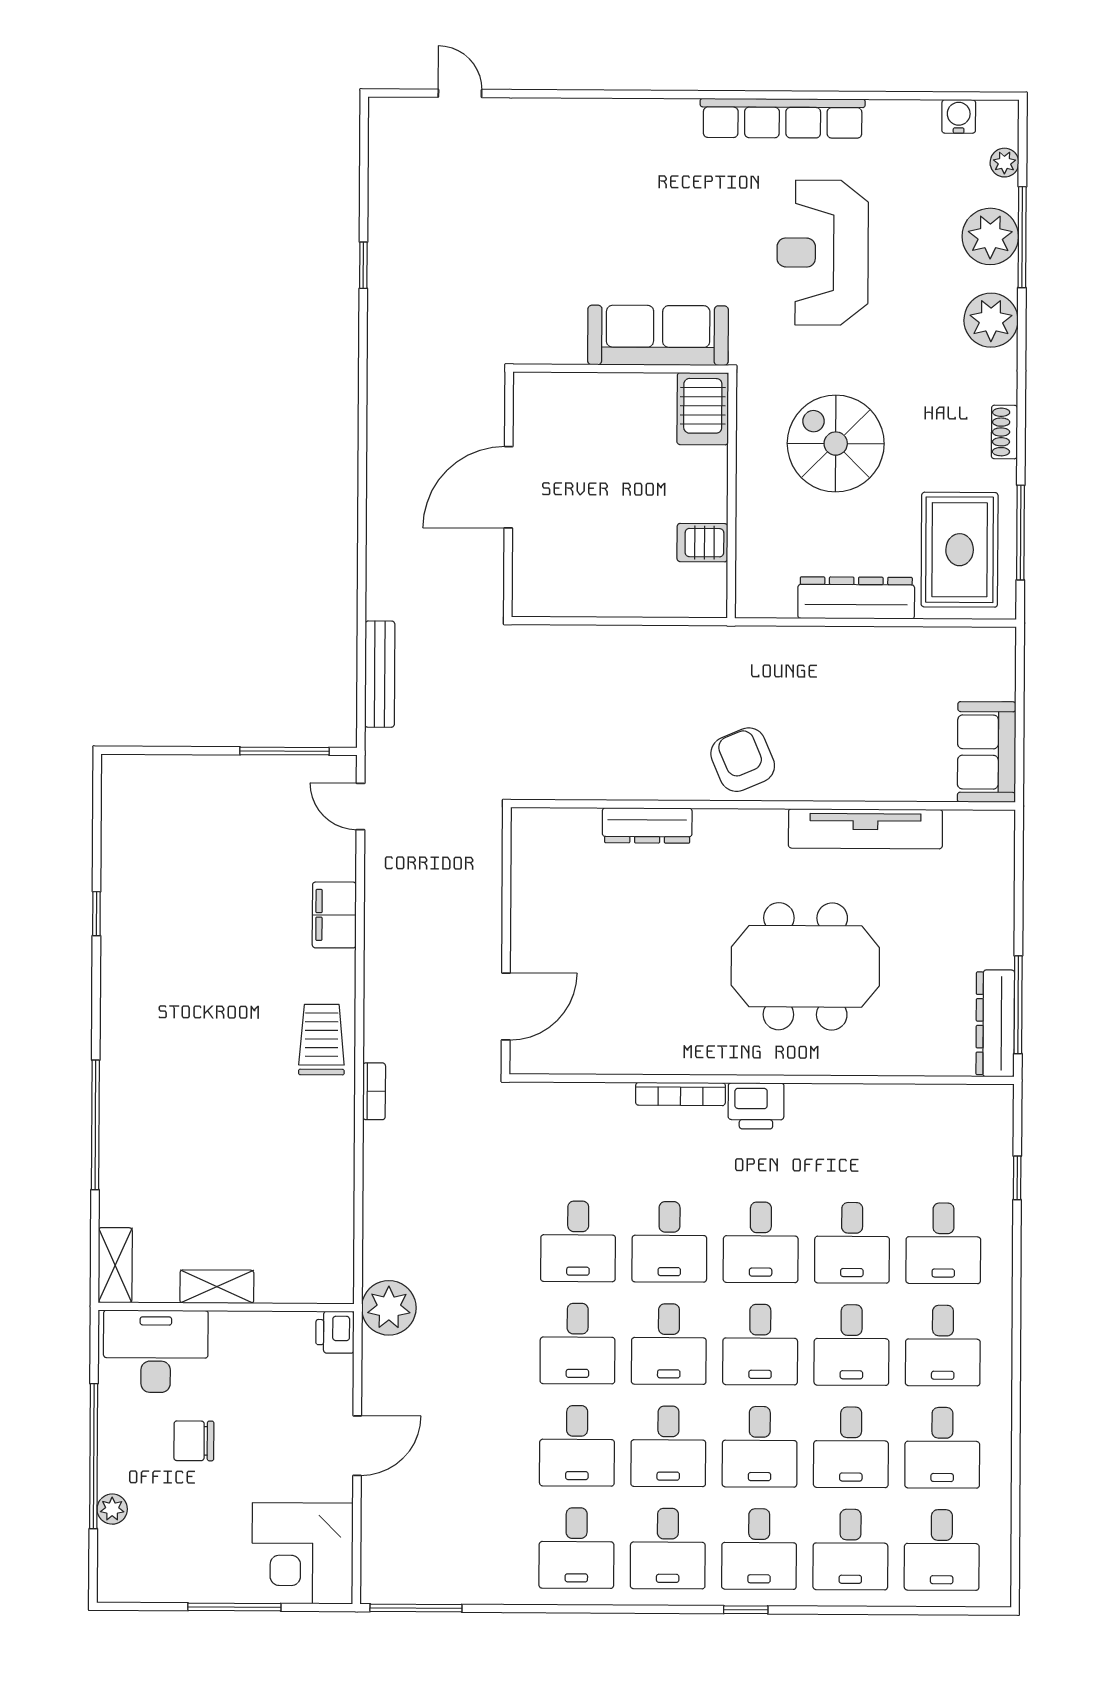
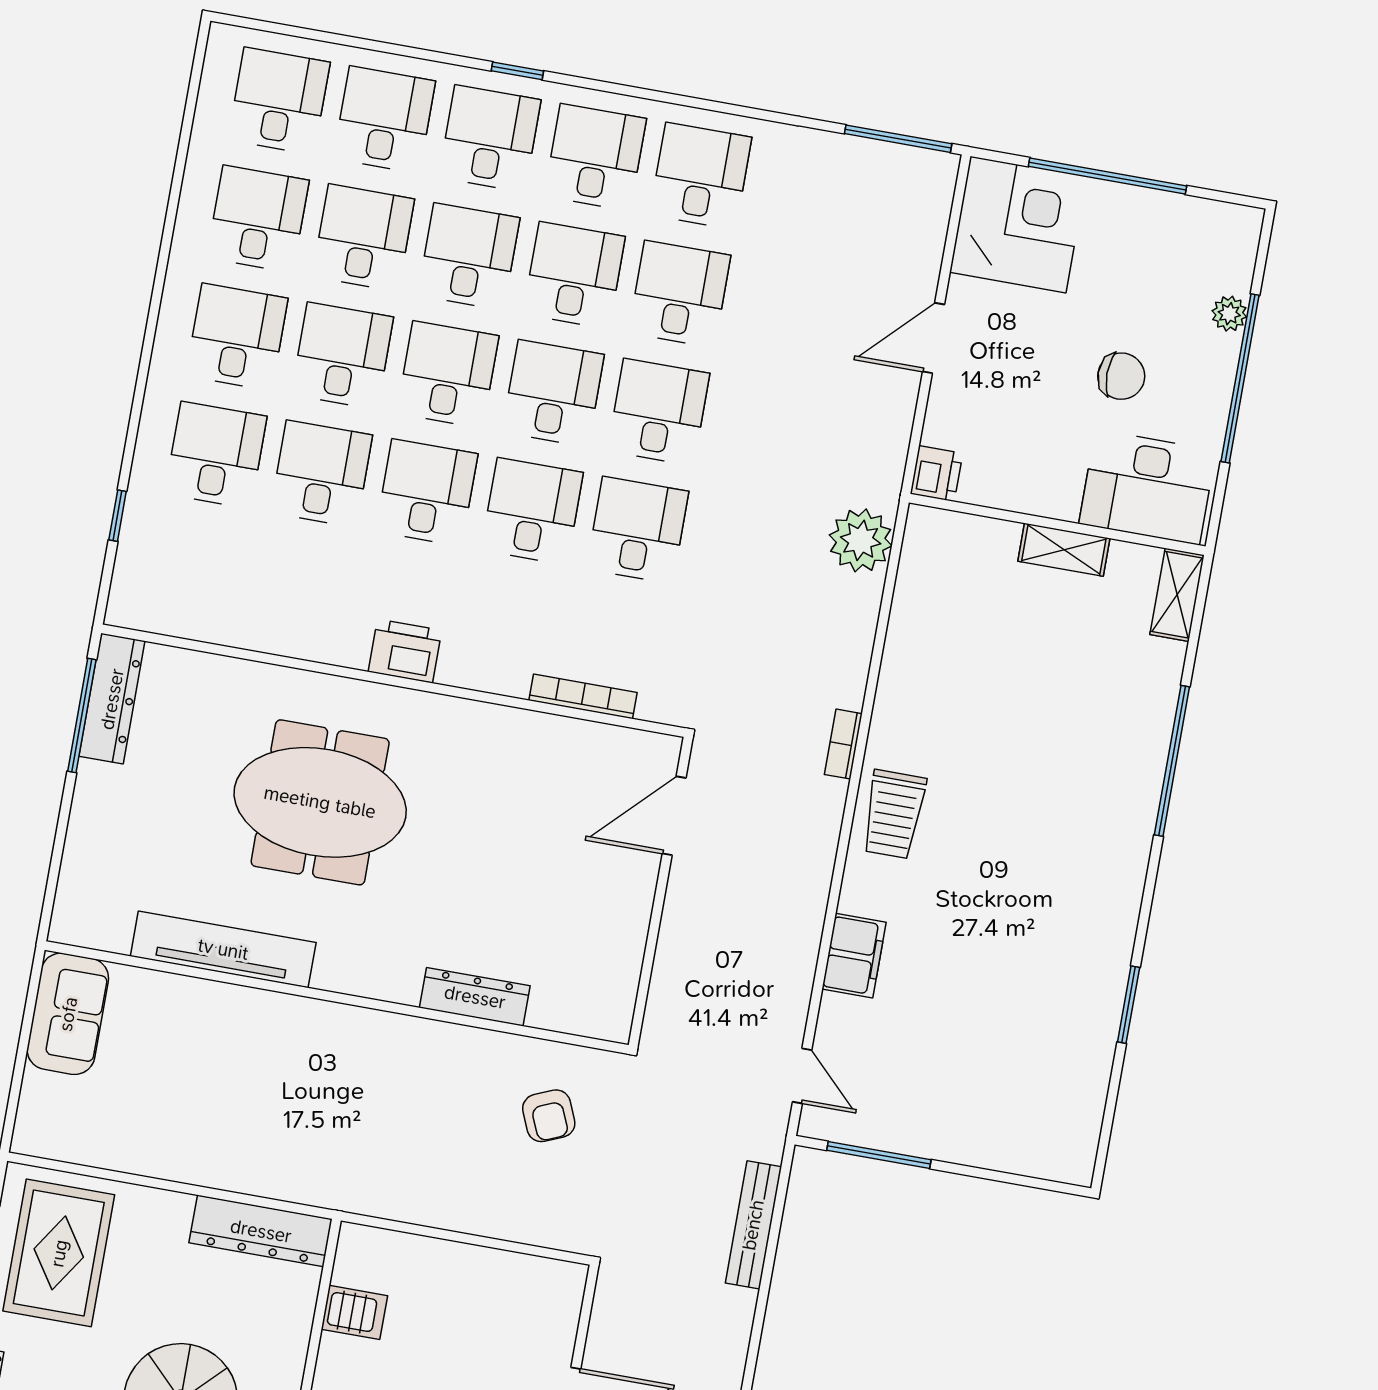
dresser: (856, 598) -> (261, 1231), moved
armchair: (743, 760) -> (549, 1116), moved, width x0.72, depth x0.72
window: (96, 914) -> (1129, 1005), width x1.50
bookcase: (681, 1094) -> (583, 696), moved
plant: (389, 1308) -> (861, 540), moved
window: (234, 1607) -> (1108, 176), width x1.46

